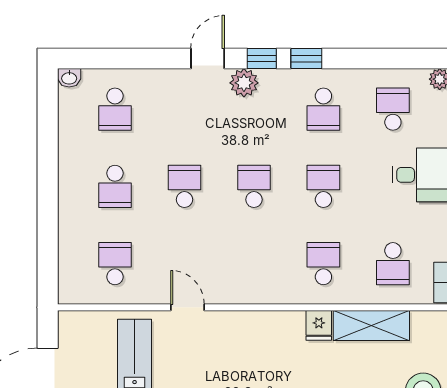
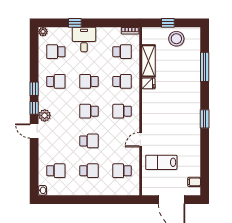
school desk: (184, 186) -> (89, 141), turned 180
school desk: (254, 264) -> (122, 111), added
school desk: (323, 264) -> (122, 81), turned 180

